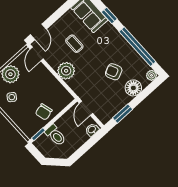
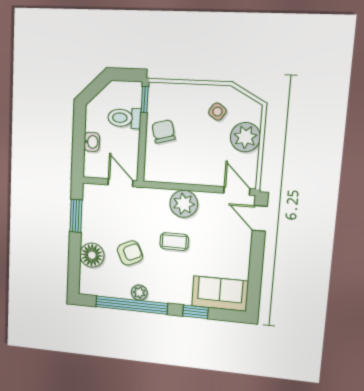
coffee table: (74, 44) -> (174, 242), moved
plant: (152, 75) -> (139, 293), moved
washbasin: (92, 130) -> (92, 142), moved

